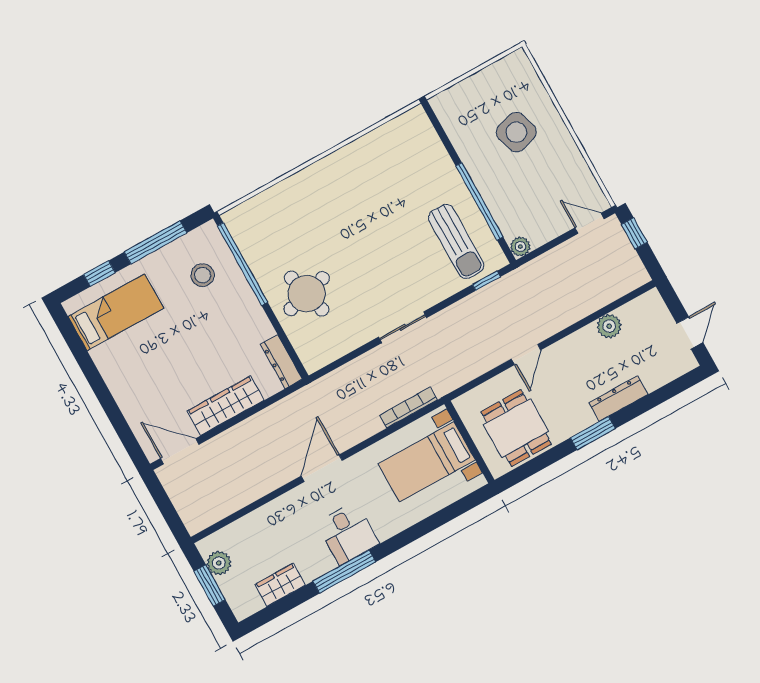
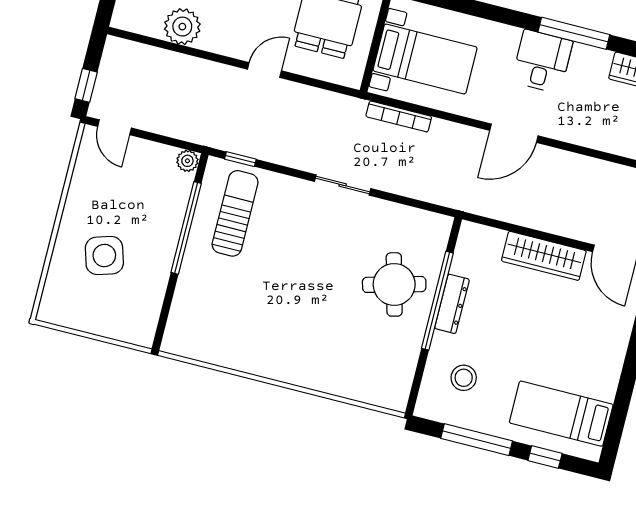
window: (242, 264) -> (437, 301), moved
plant: (609, 326) -> (182, 27), width x1.36, depth x1.36
dresser: (281, 362) -> (452, 304), moved

